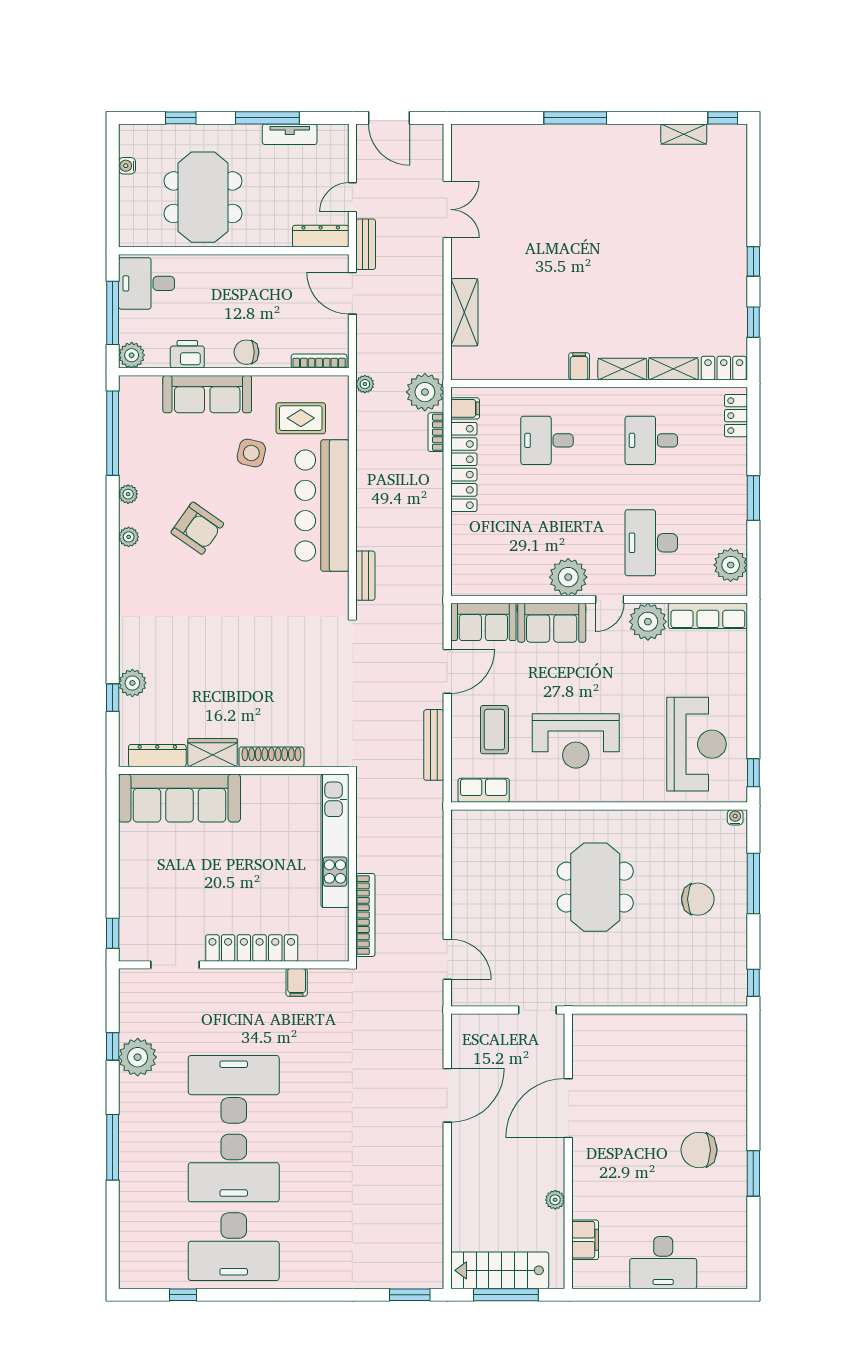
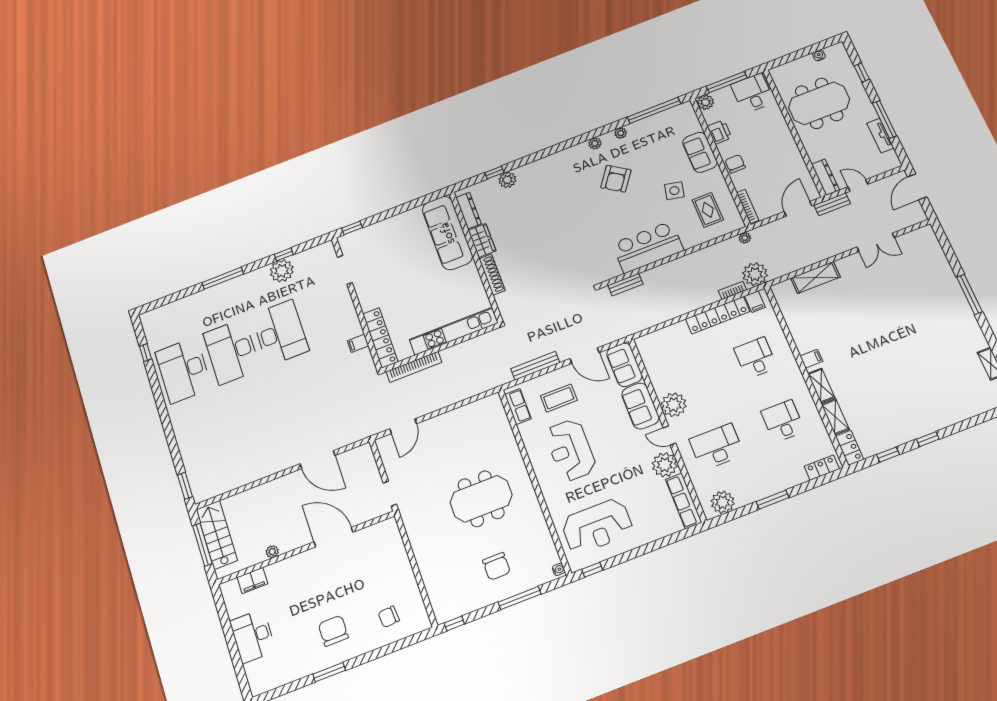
sofa: (207, 394) -> (700, 152), width x0.73
bar counter: (322, 505) -> (648, 247), width x0.73
locker: (252, 948) -> (380, 338), moved
chair: (709, 1068) -> (389, 617), added

